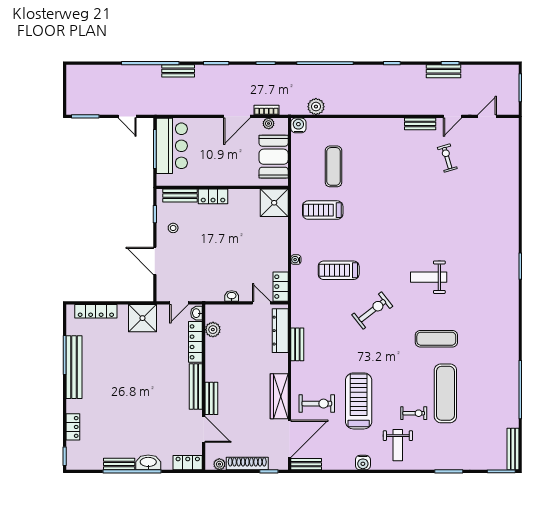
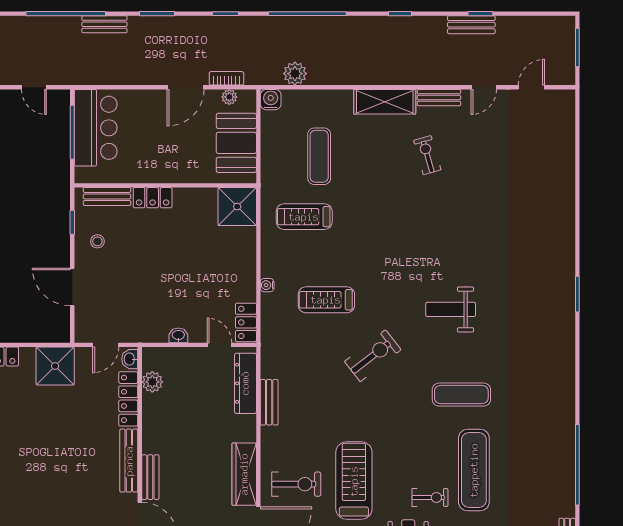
shelving: (381, 127) -> (385, 102), added
exercise bike: (447, 158) -> (427, 155), moved

